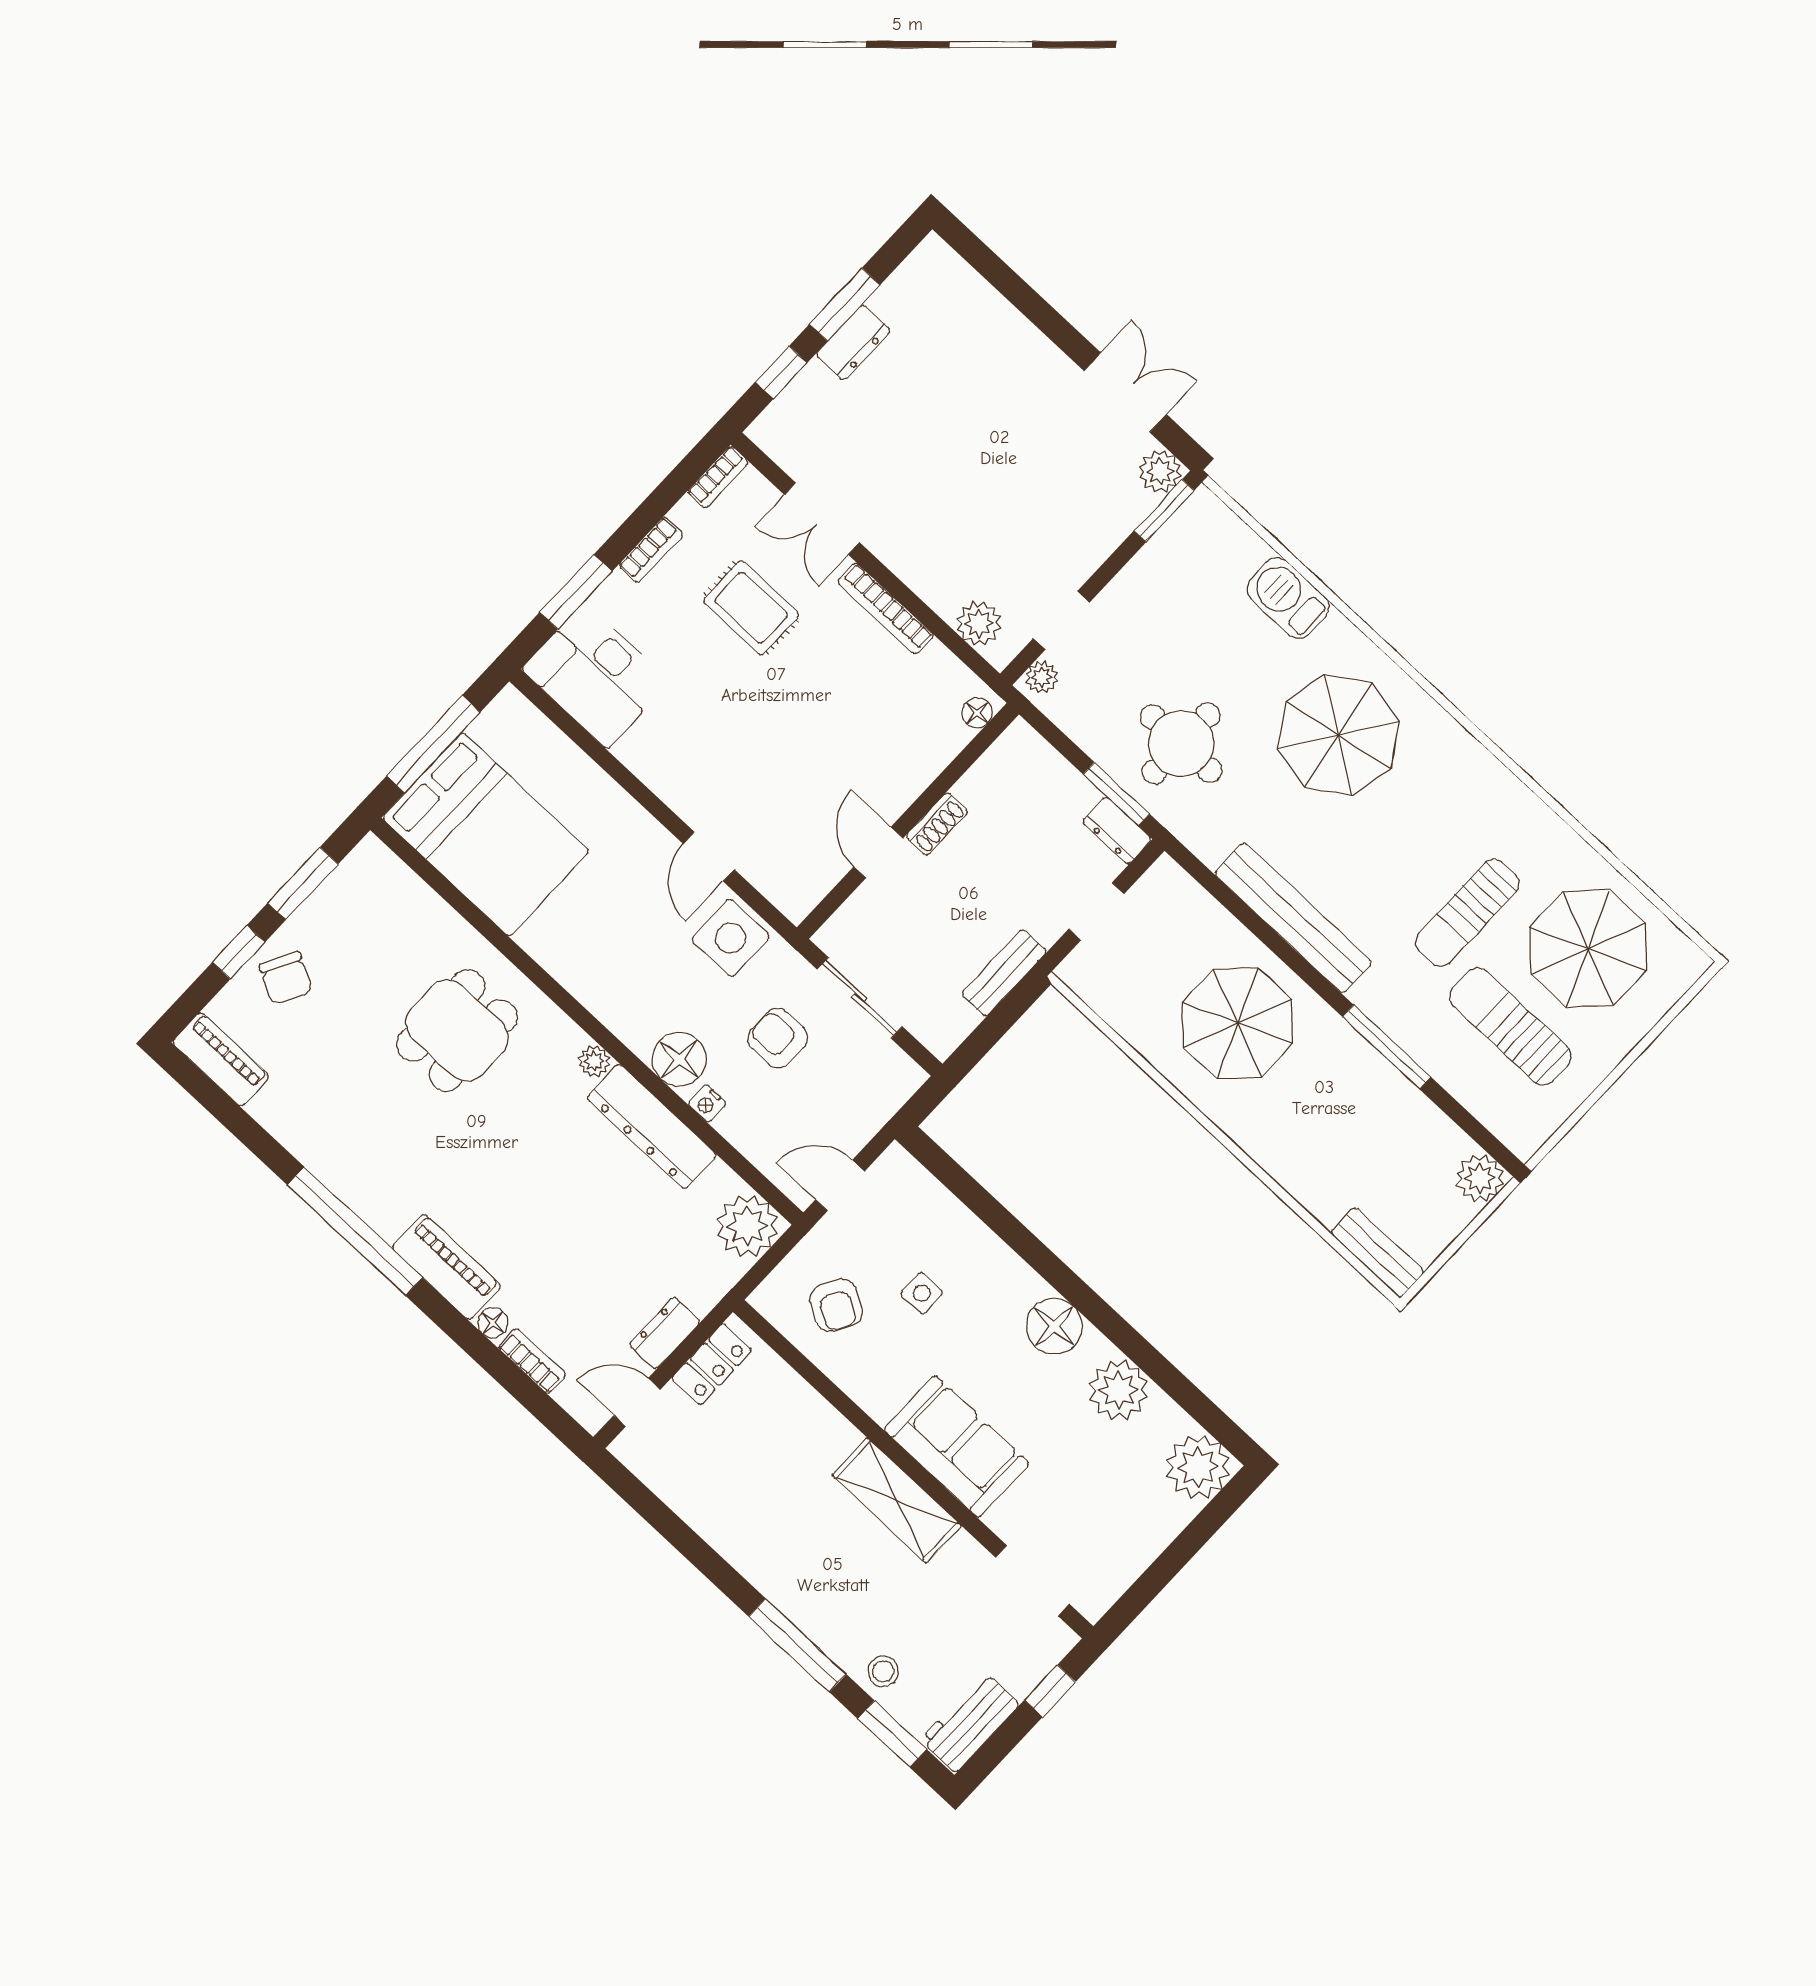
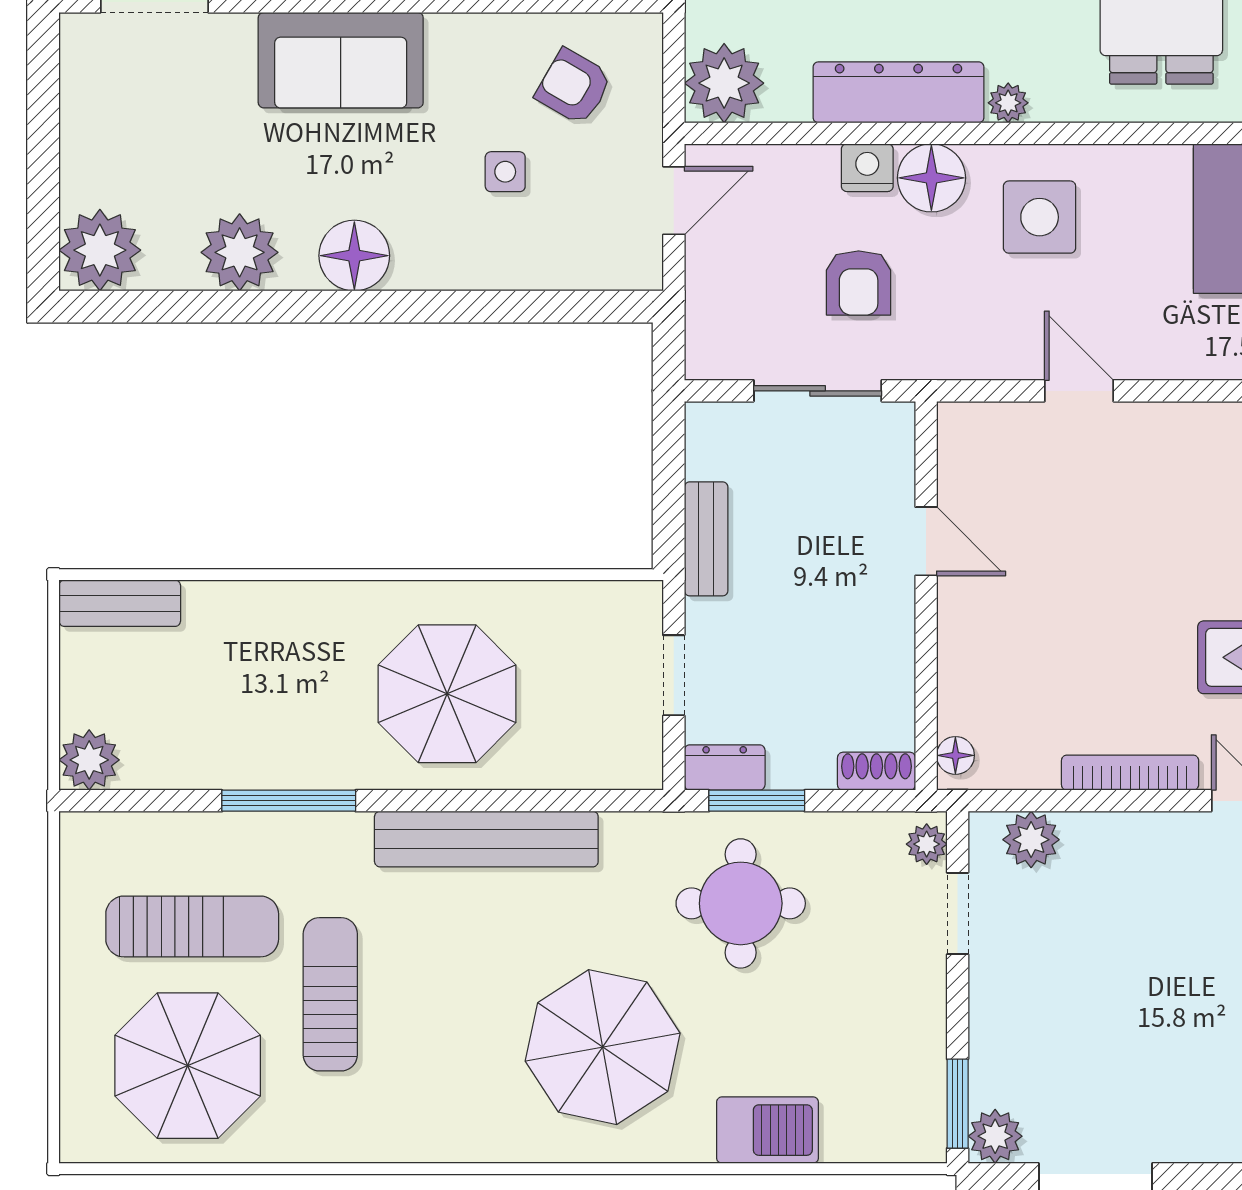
shoe rack: (937, 824) -> (876, 771), moved, turned 90
side table: (731, 938) -> (1040, 217), moved
armchair: (778, 1038) -> (859, 283), turned 90
nightstand: (707, 1104) -> (867, 168), width x1.39, depth x1.35

